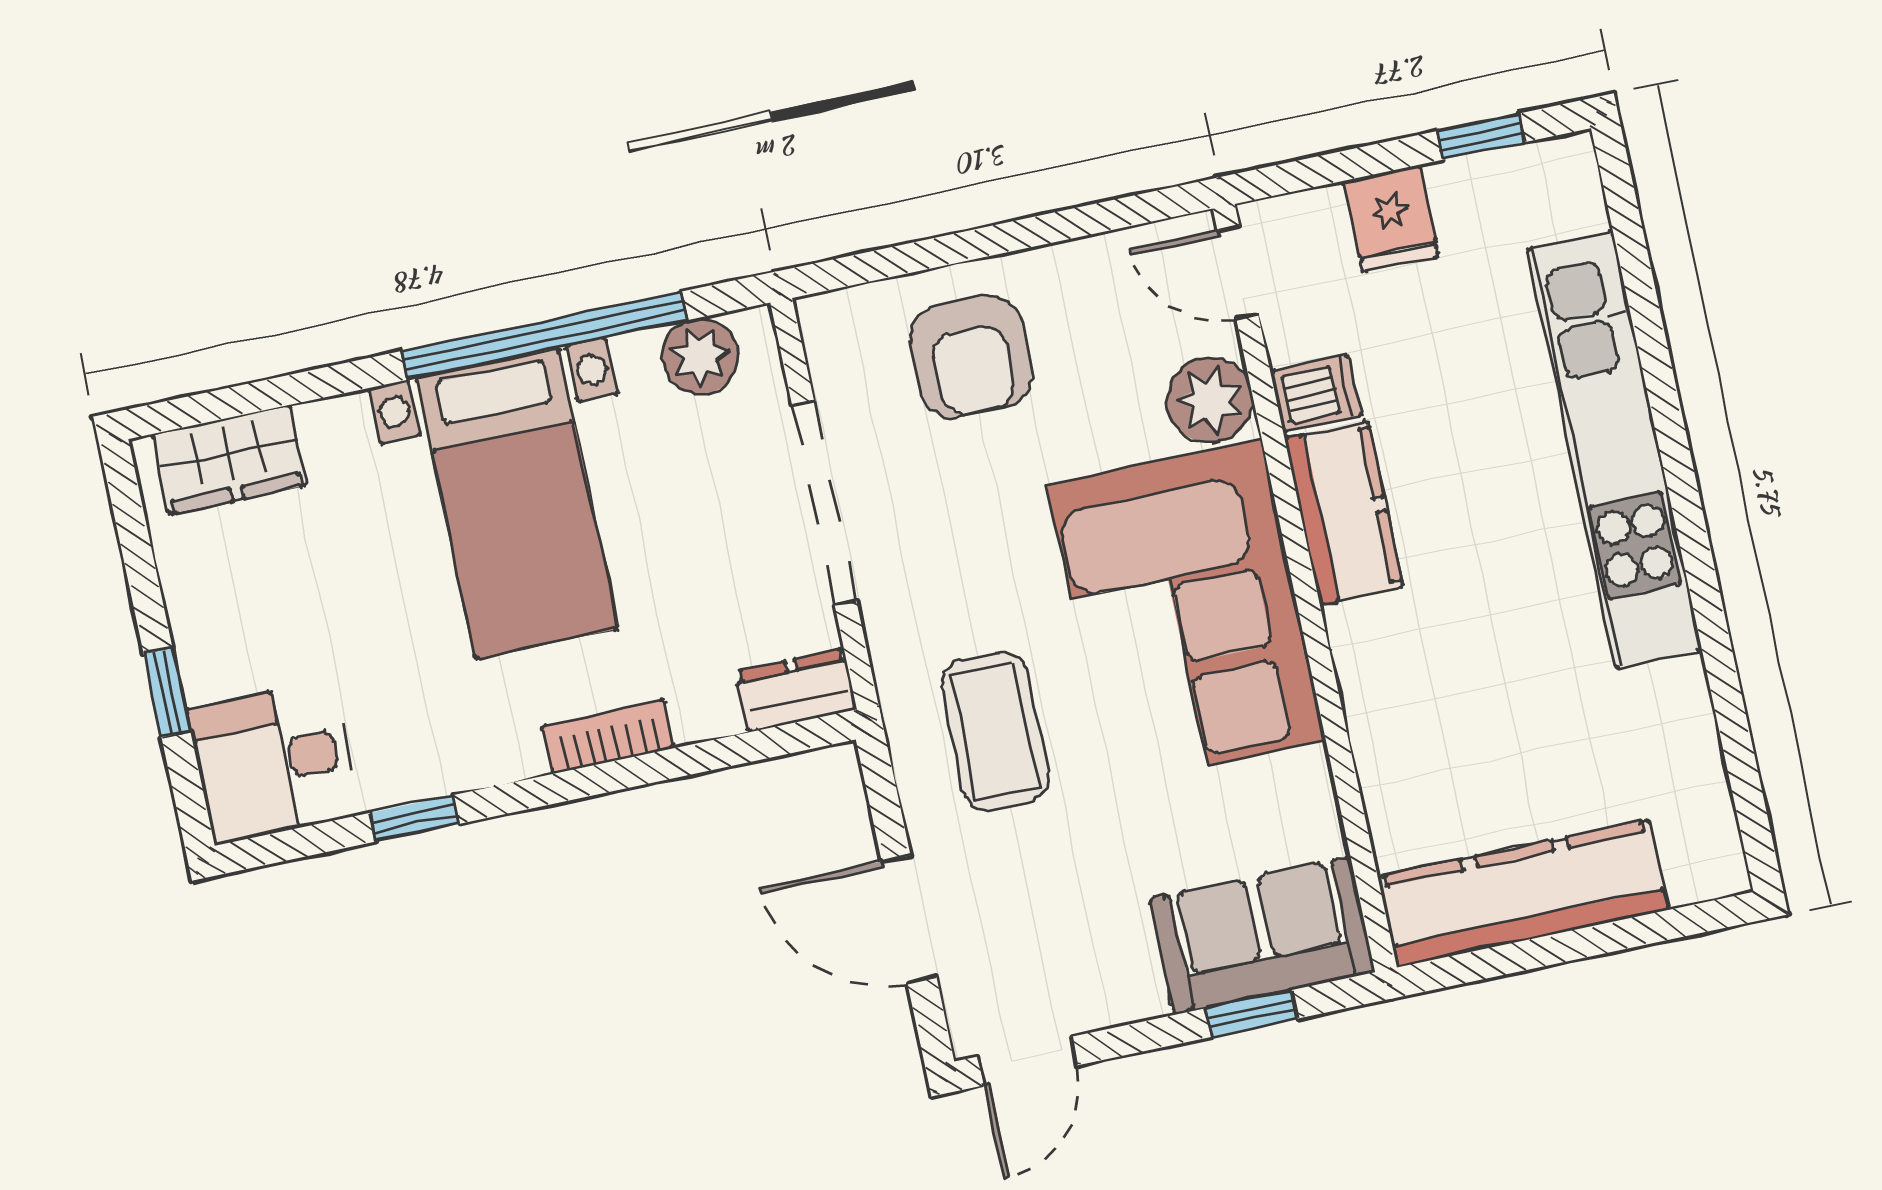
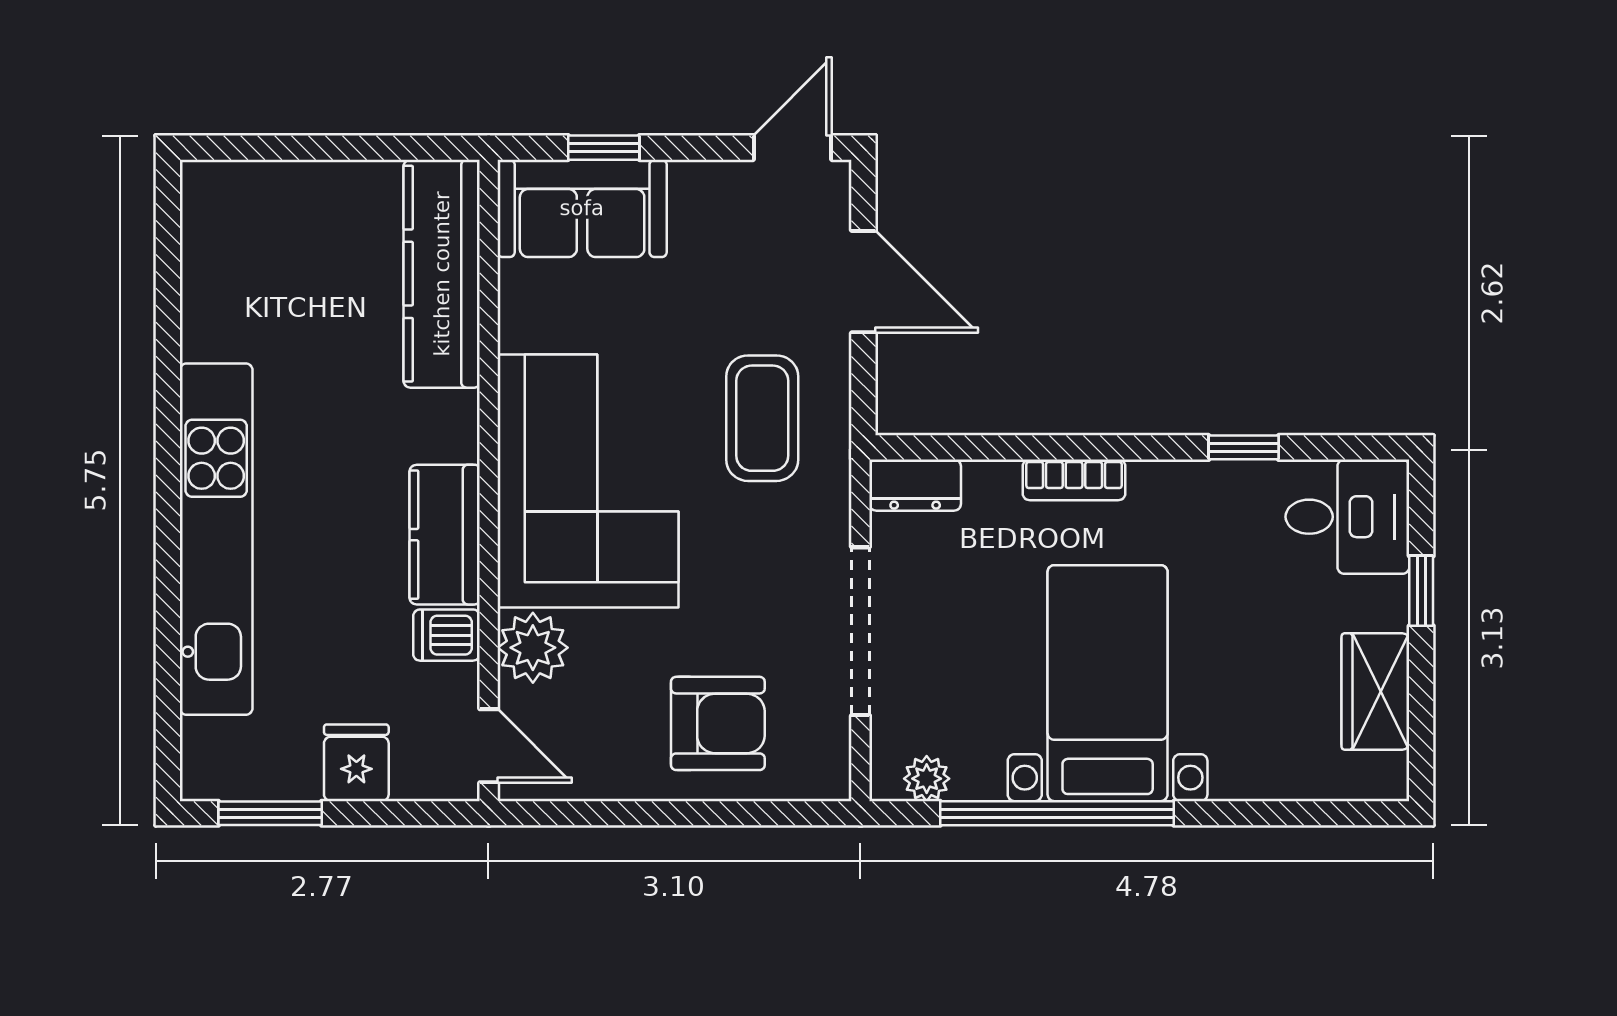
window: (1481, 137) -> (270, 813), width x1.50
plant: (700, 356) -> (927, 779), width x0.73, depth x0.73
armchair: (971, 357) -> (718, 723), turned 90
wardrobe: (230, 460) -> (1375, 691), moved, turned -90
kitchen counter: (1523, 894) -> (442, 274), moved, turned 90

